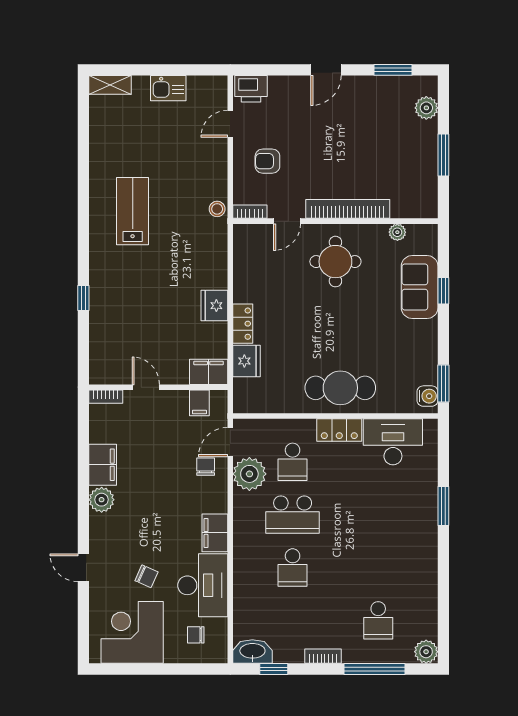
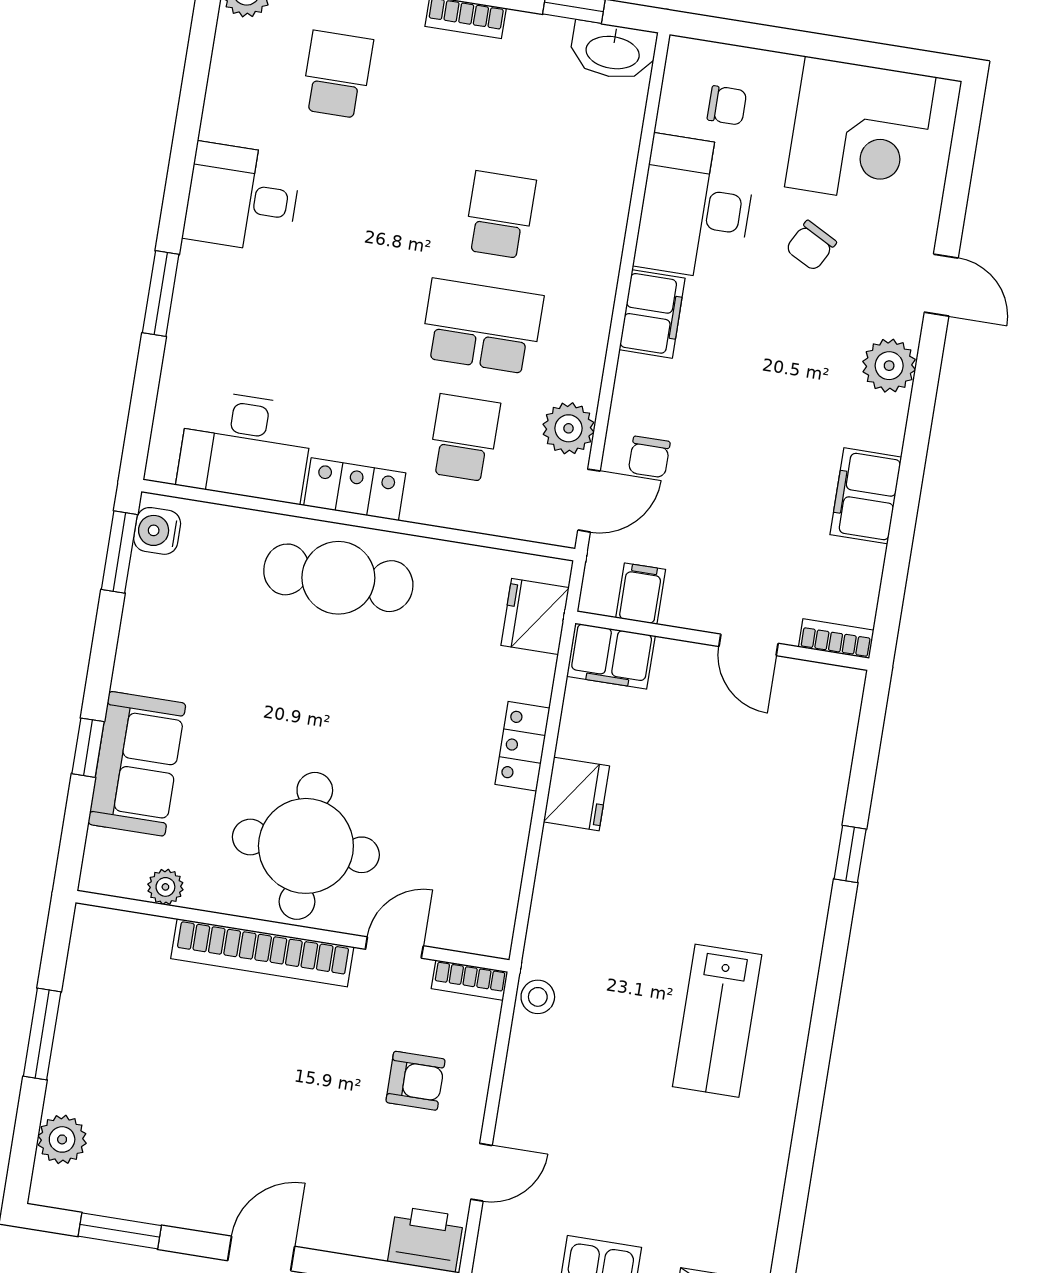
round table: (335, 262) -> (306, 846), width x1.36, depth x1.36
fridge: (247, 361) -> (535, 617), moved
plant: (249, 474) -> (569, 428), width x0.73, depth x0.73
plant: (102, 500) -> (889, 366), moved
desk: (413, 556) -> (242, 198), added
chair: (146, 576) -> (811, 246), turned -86

